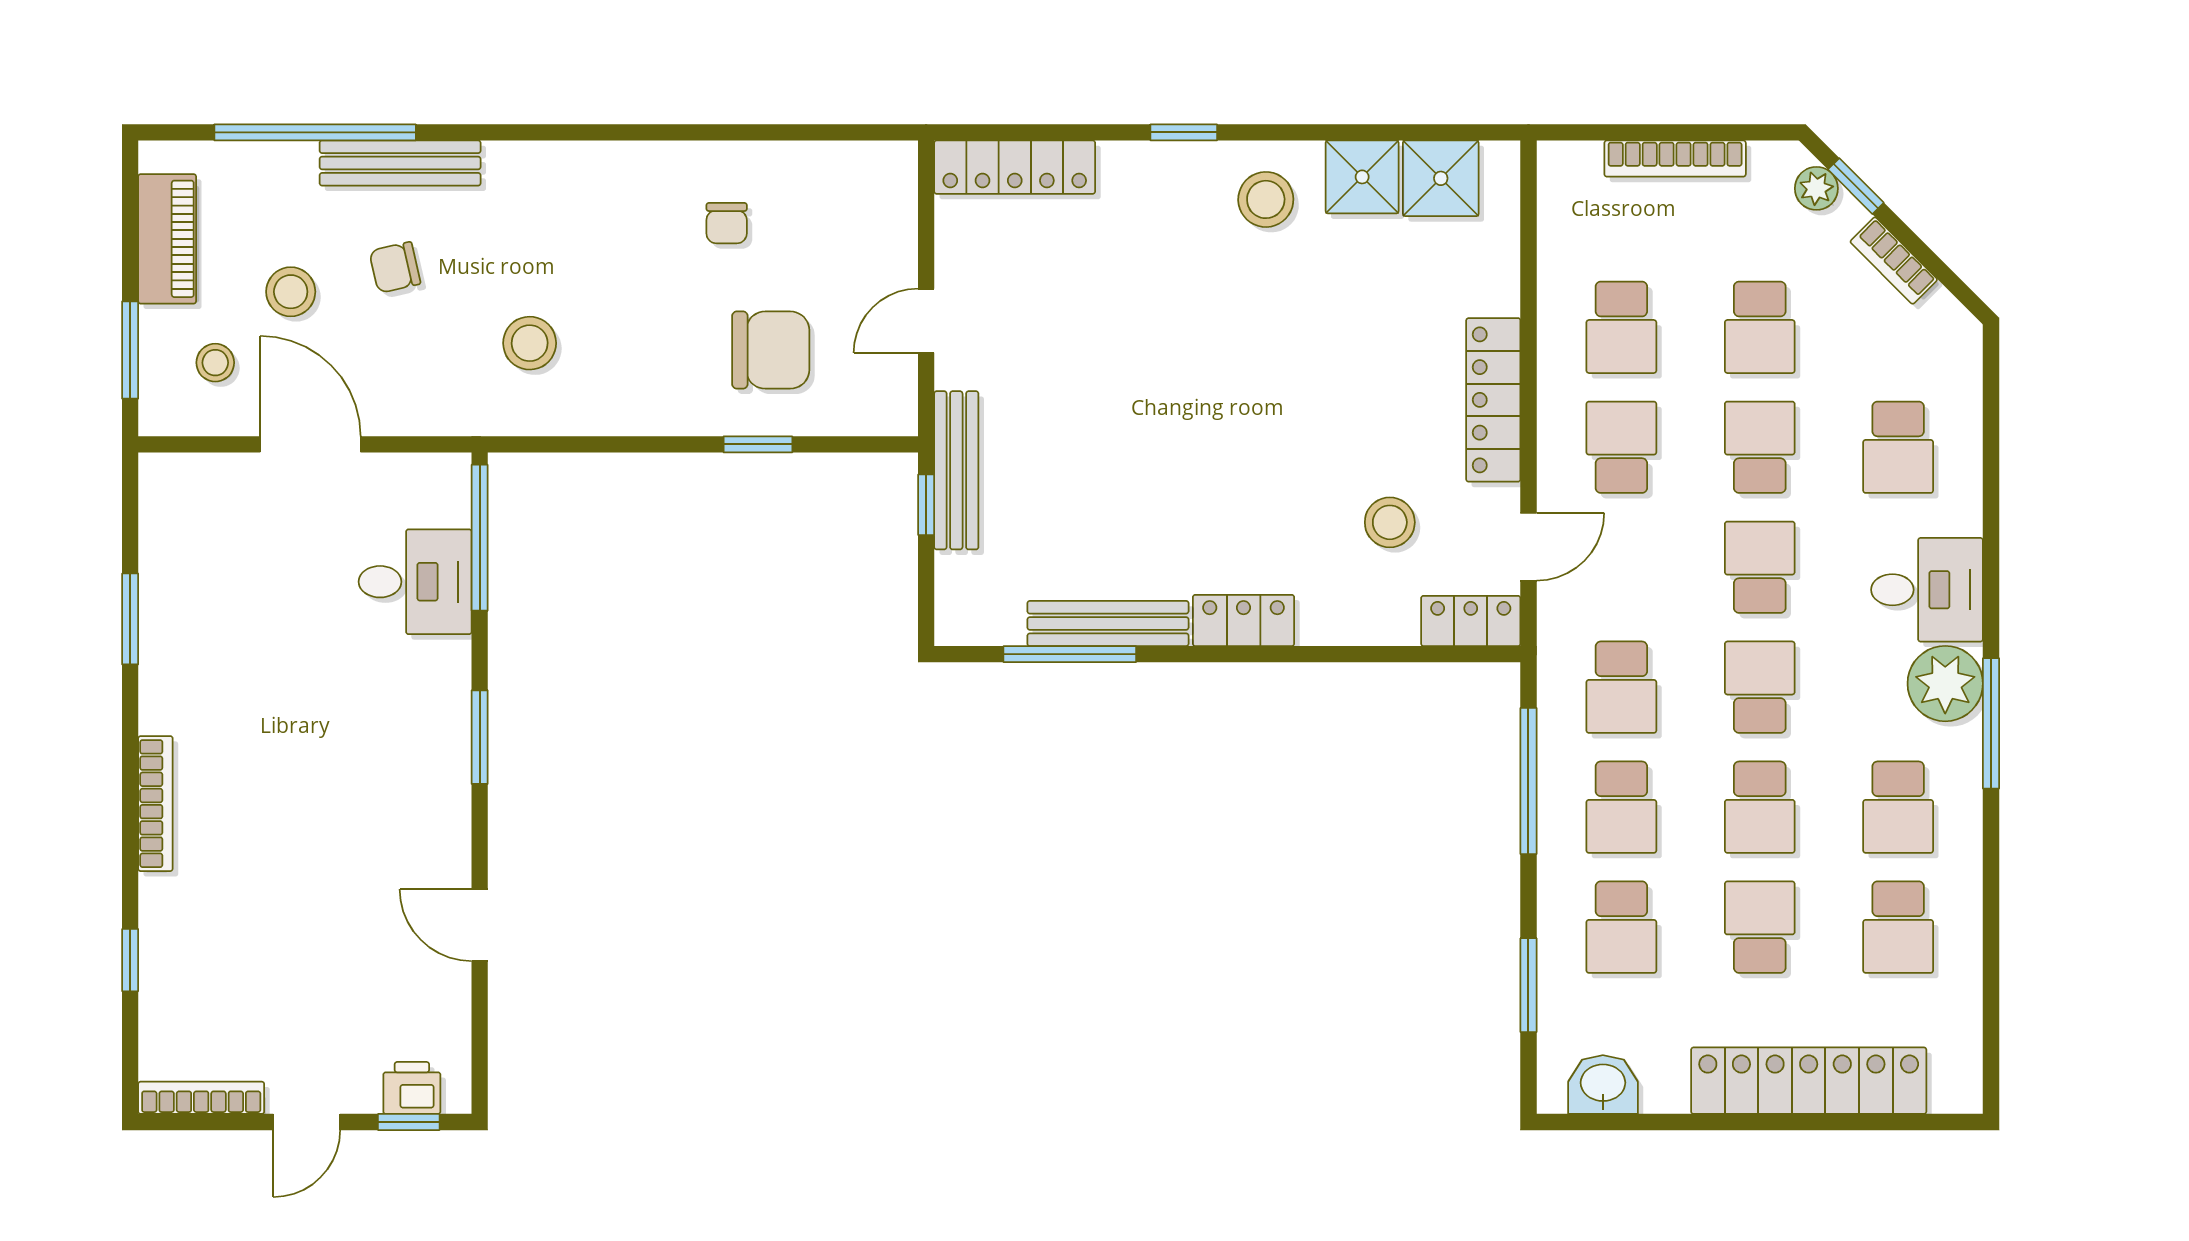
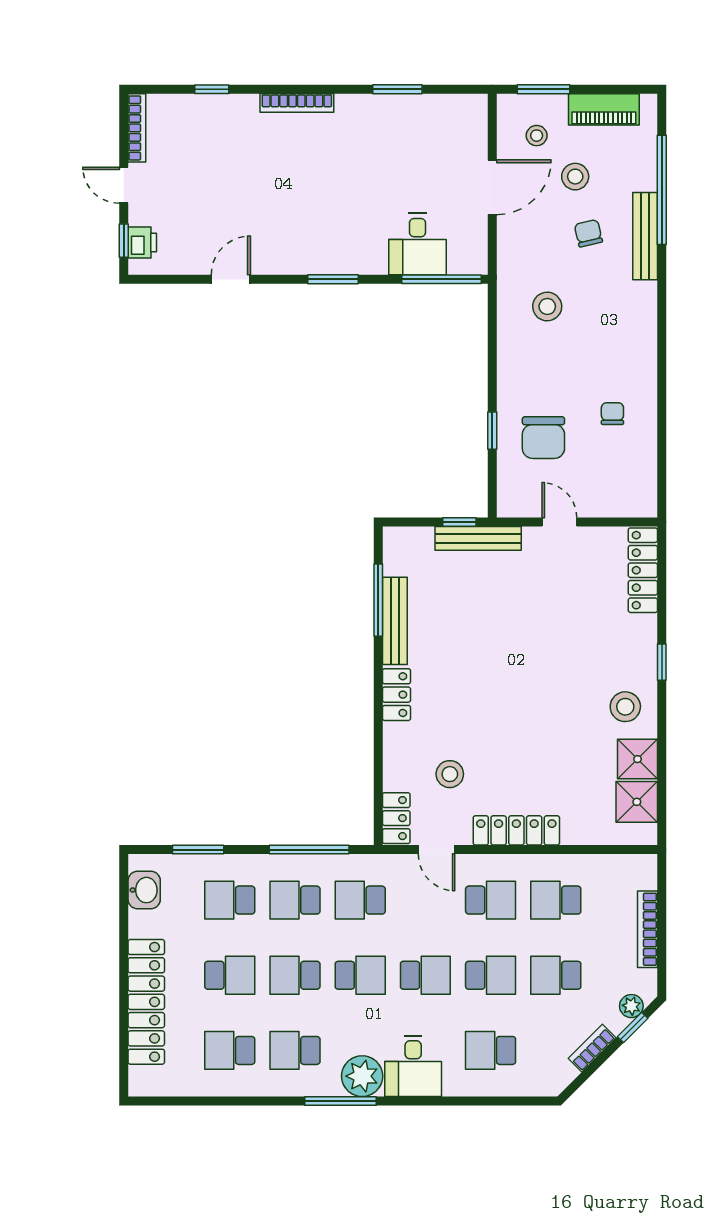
chair: (727, 223) -> (612, 414), turned 90

